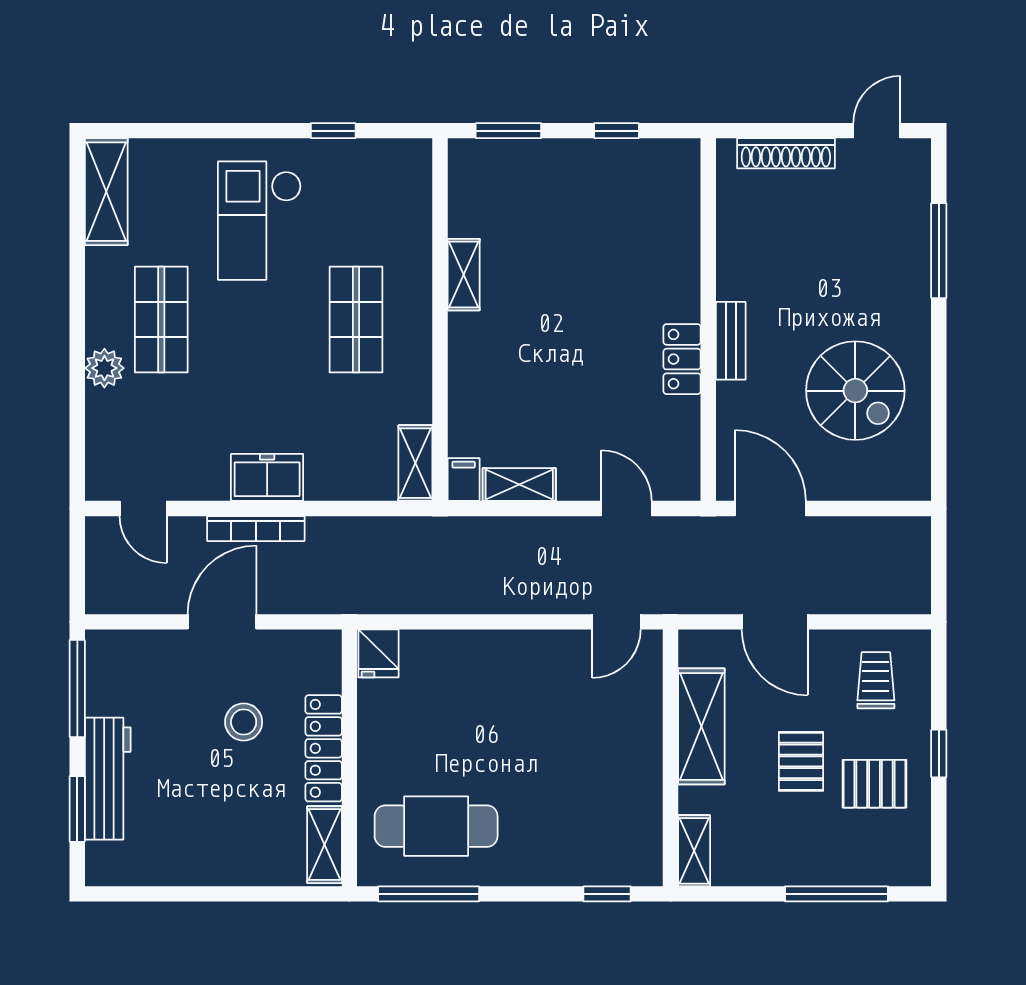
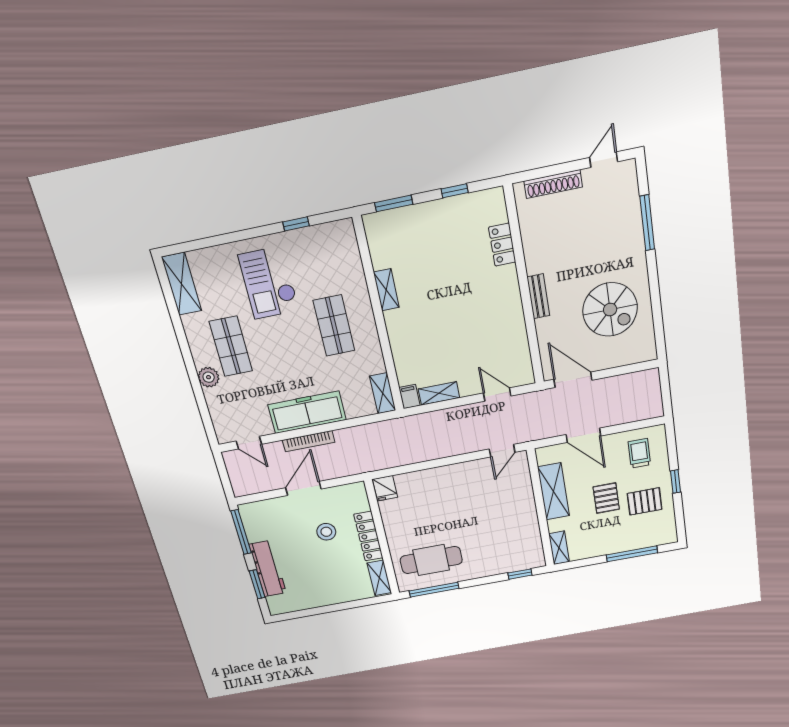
locker: (682, 359) -> (502, 245), moved
freezer: (267, 477) -> (307, 412), width x1.91, depth x1.26

